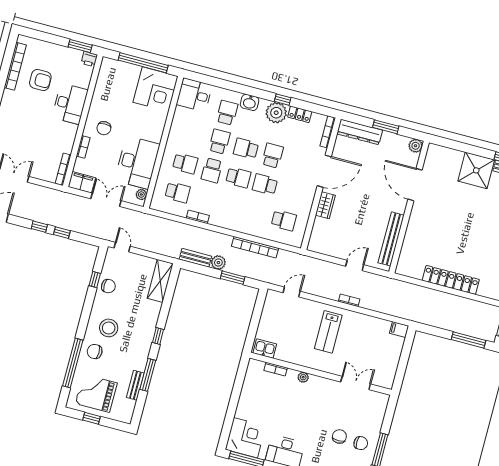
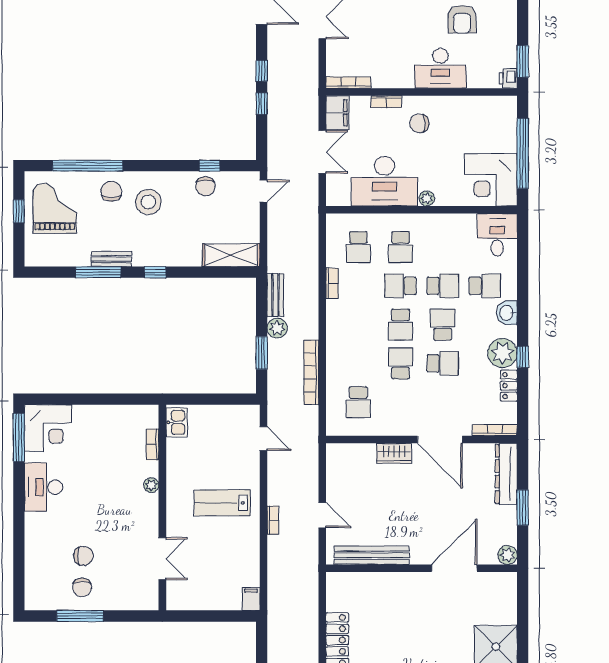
plant: (141, 195) -> (427, 198), moved
bench: (135, 385) -> (111, 259), moved

